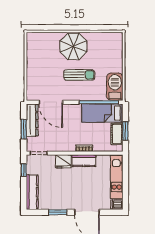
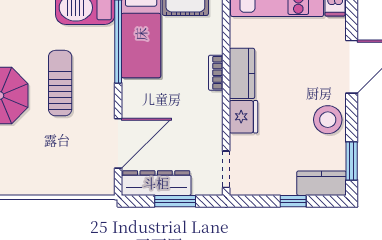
window: (24, 170) -> (293, 201), moved
kitchen counter: (32, 192) -> (322, 183), width x0.67
stool: (62, 201) -> (328, 120), added
window: (58, 212) -> (352, 161), moved

